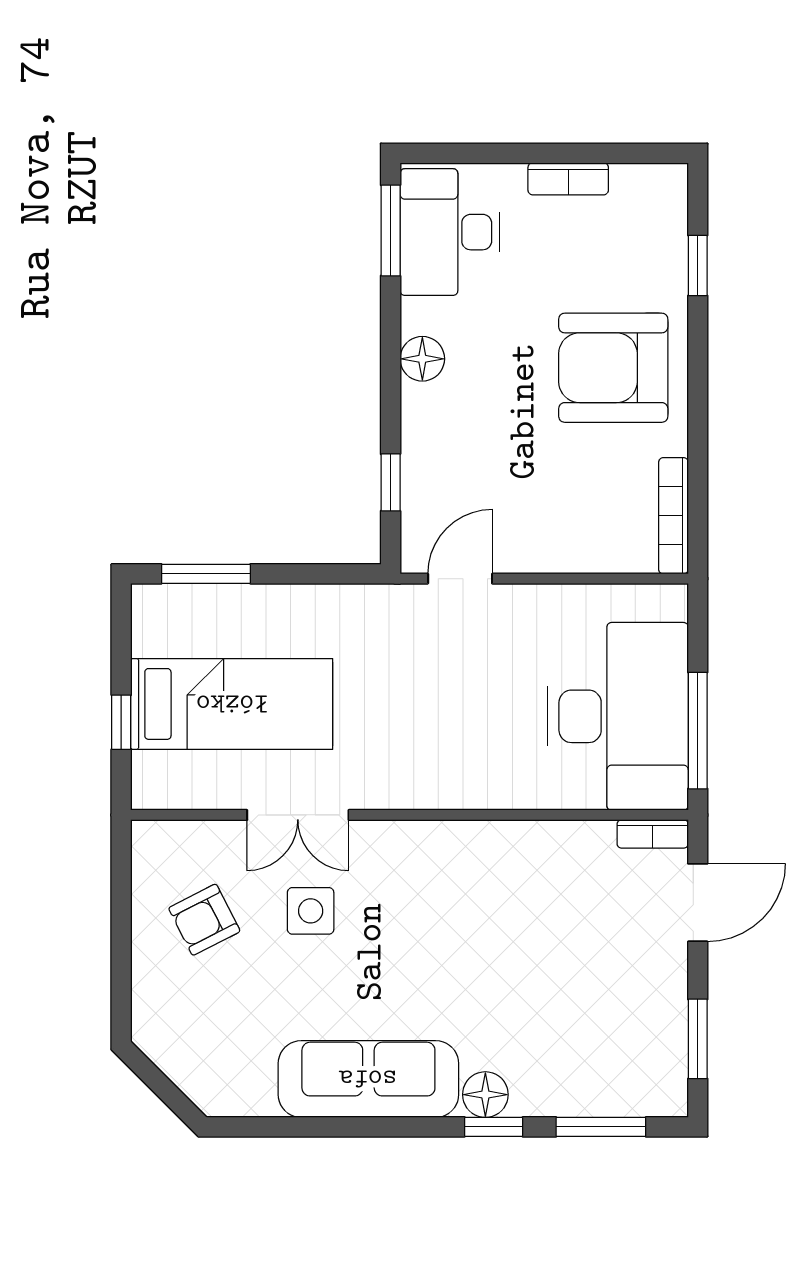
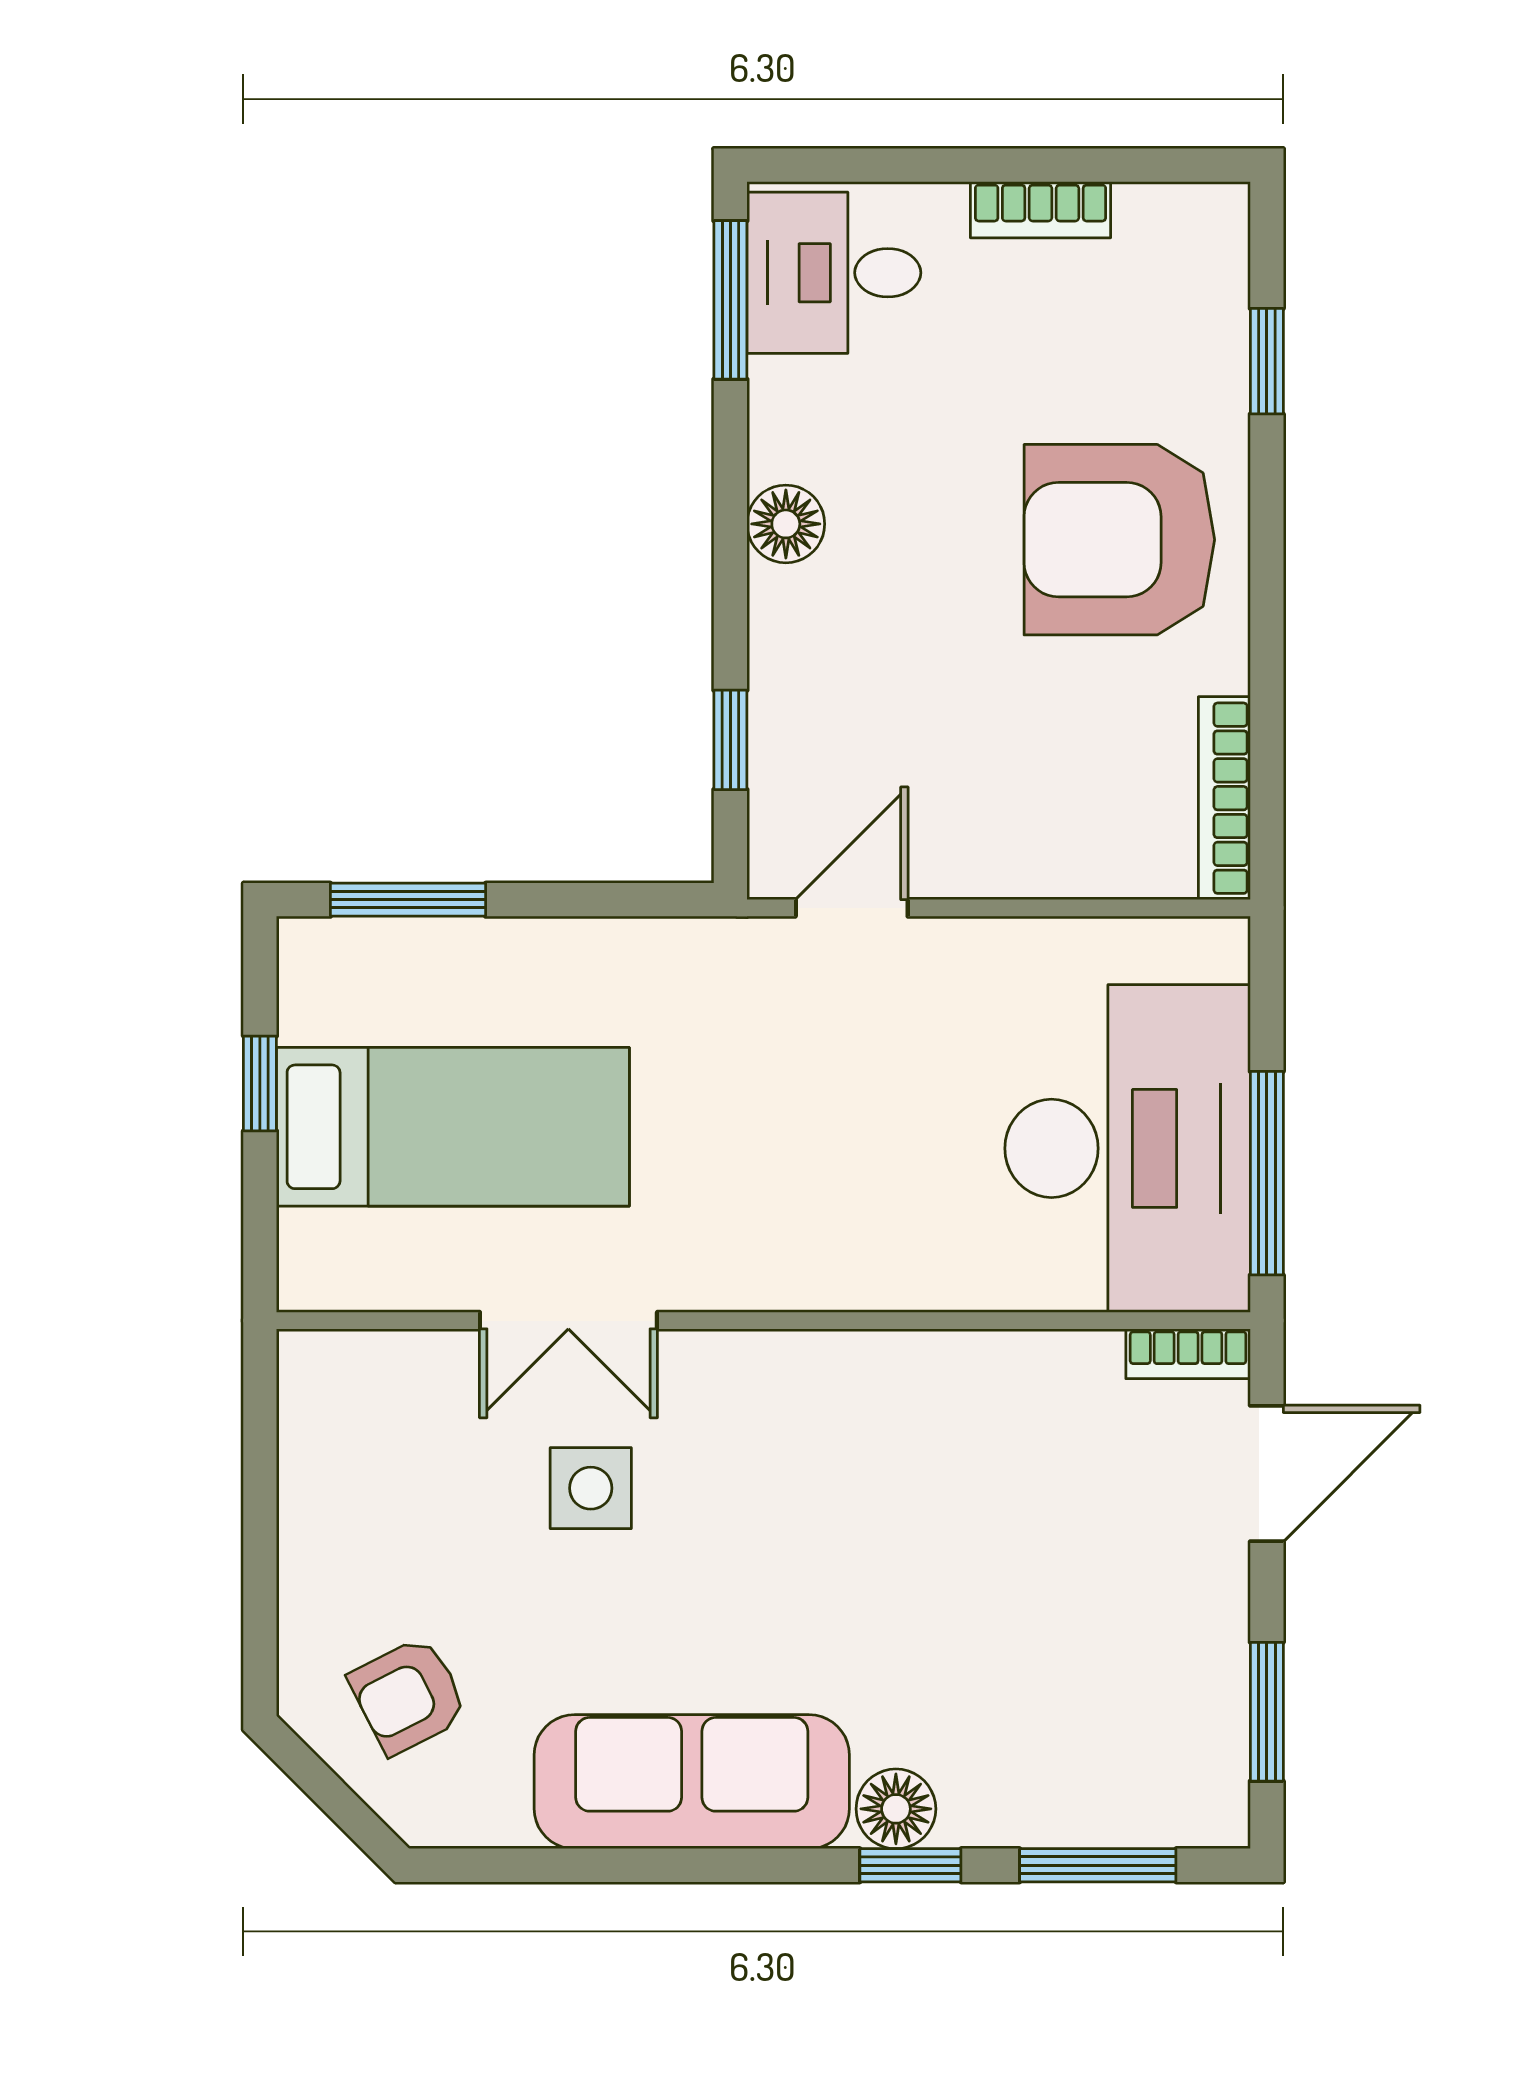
desk: (450, 232) -> (834, 273), width x0.73
window: (121, 722) -> (260, 1083), moved
armchair: (204, 920) -> (408, 1696), moved

